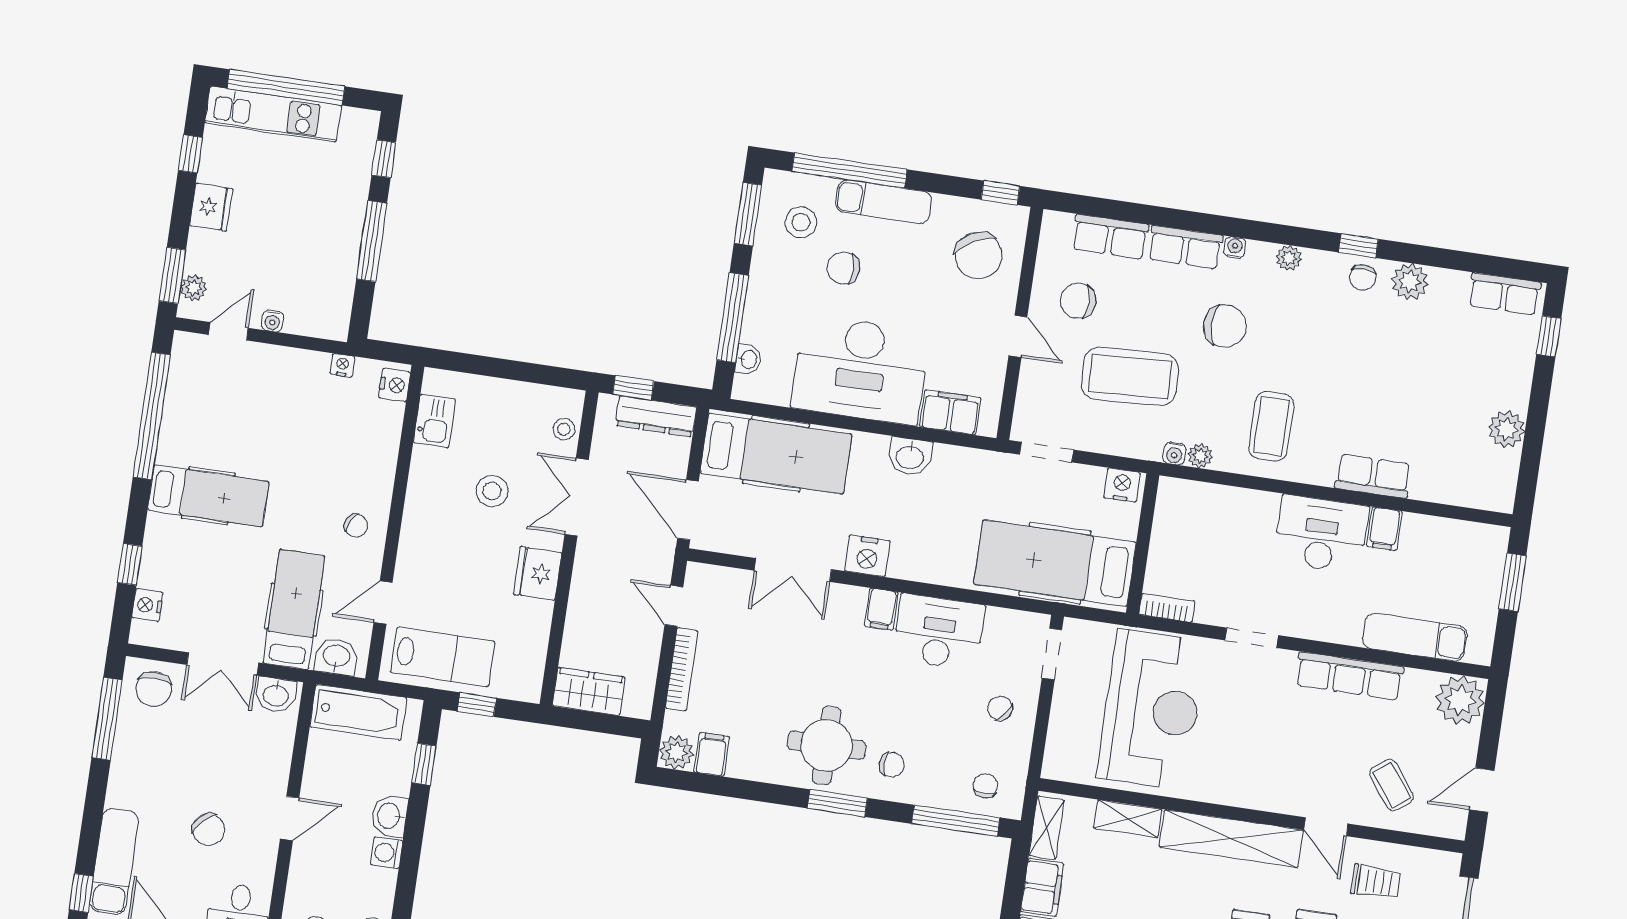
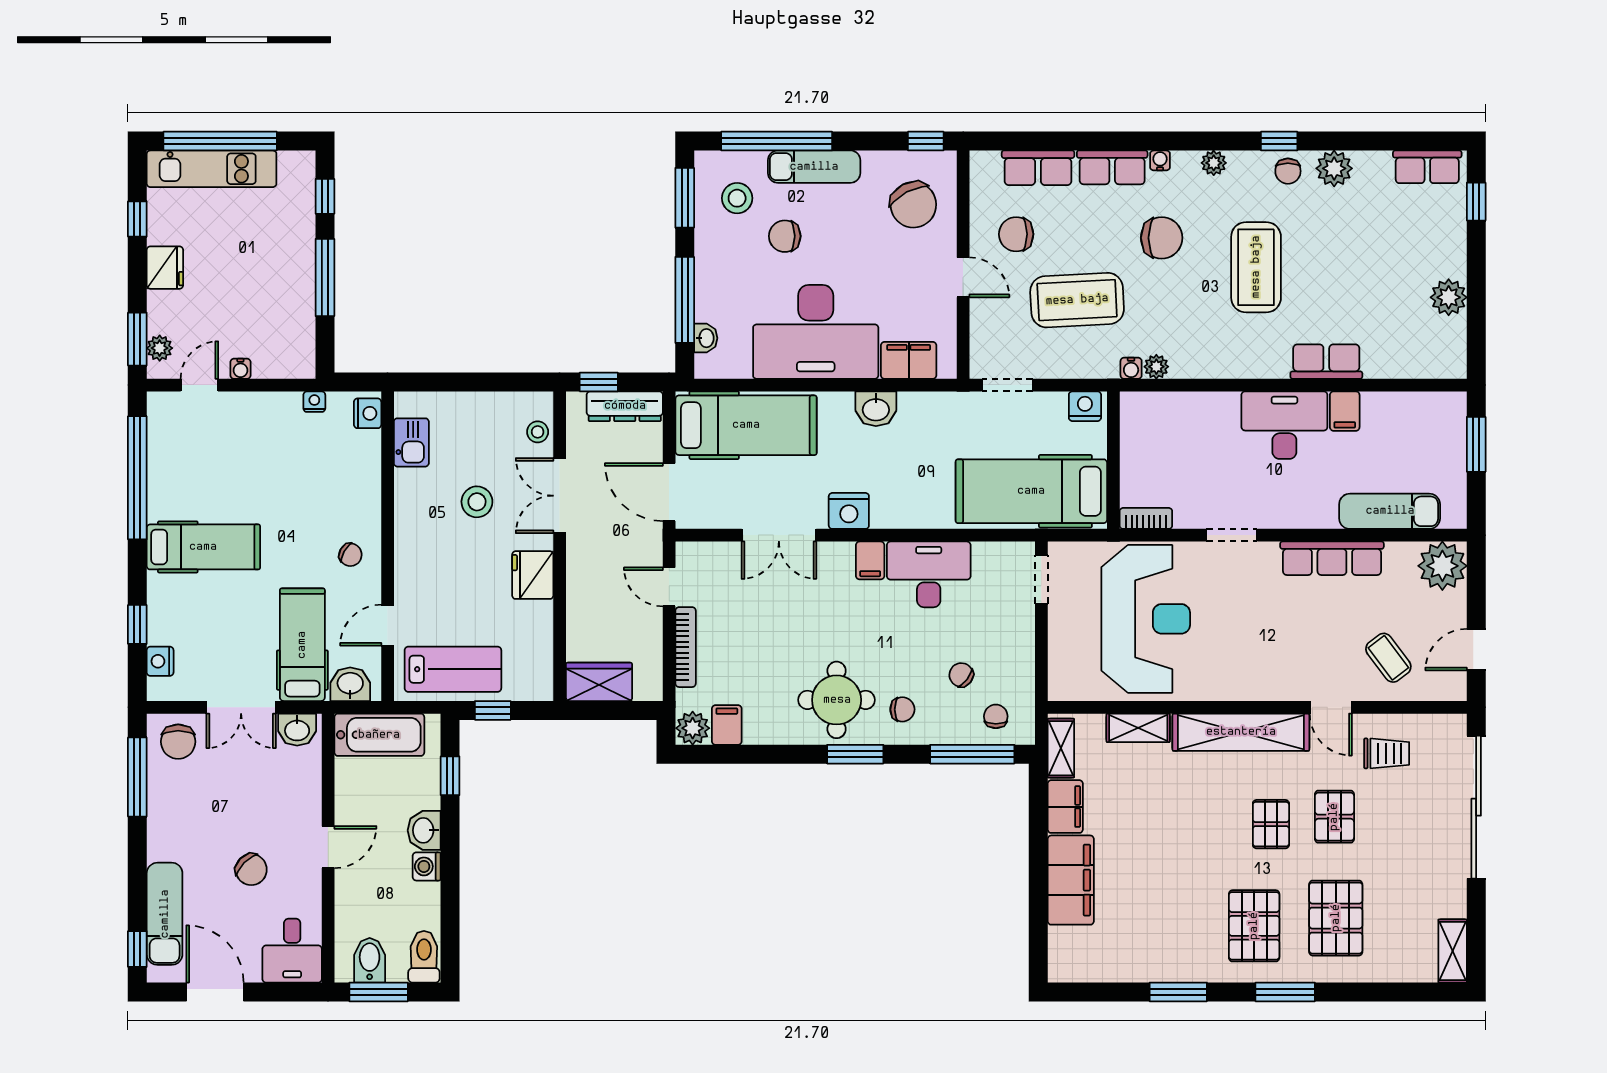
coffee table: (1271, 426) -> (1256, 267), moved, width x1.36, depth x1.32
chair: (1000, 708) -> (961, 675), moved

